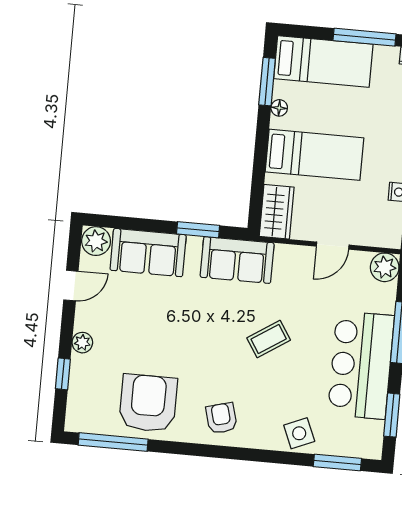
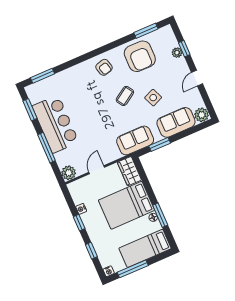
window: (267, 82) -> (160, 215), moved
bed: (314, 155) -> (126, 205), width x1.50
door: (71, 286) -> (197, 78), moved
coffee table: (269, 339) -> (125, 96), moved
plant: (82, 343) -> (177, 53), moved
side table: (299, 433) -> (153, 98), moved
window: (113, 442) -> (146, 31), width x0.69

